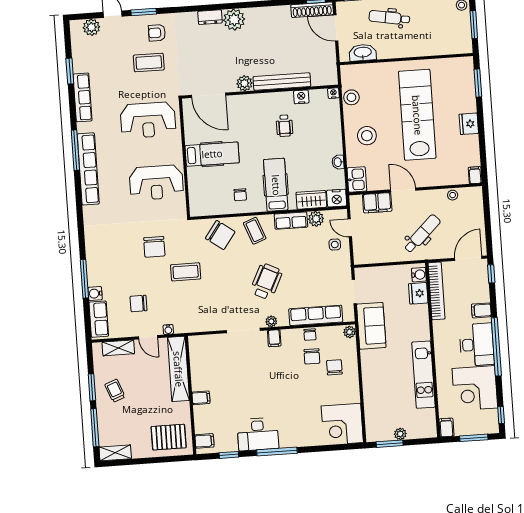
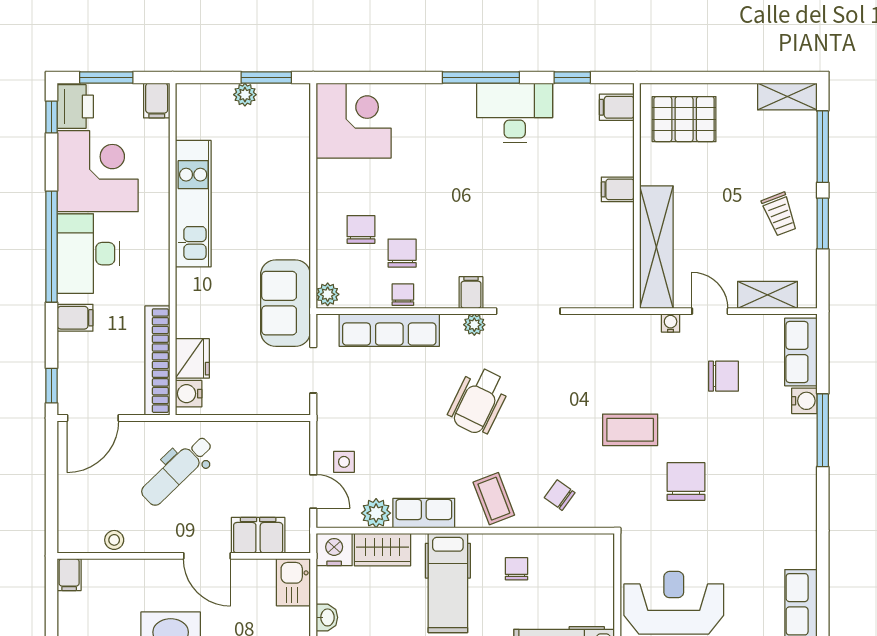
chair: (220, 235) -> (560, 495), width x0.54, depth x0.54
chair: (334, 367) -> (361, 229), turned 180
printer: (489, 421) -> (75, 107), added

